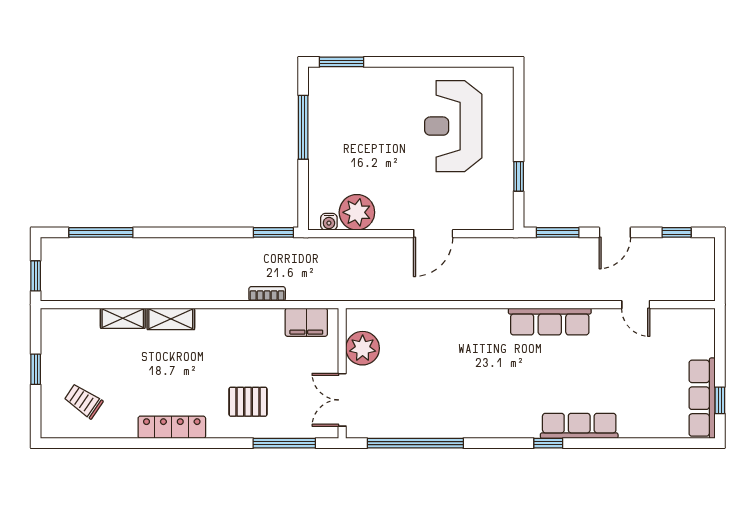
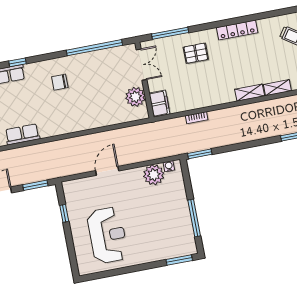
filing cabinet: (306, 322) -> (159, 104), moved, turned 90
row of seats: (550, 322) -> (22, 134), width x0.68
chair: (484, 397) -> (60, 82), added

